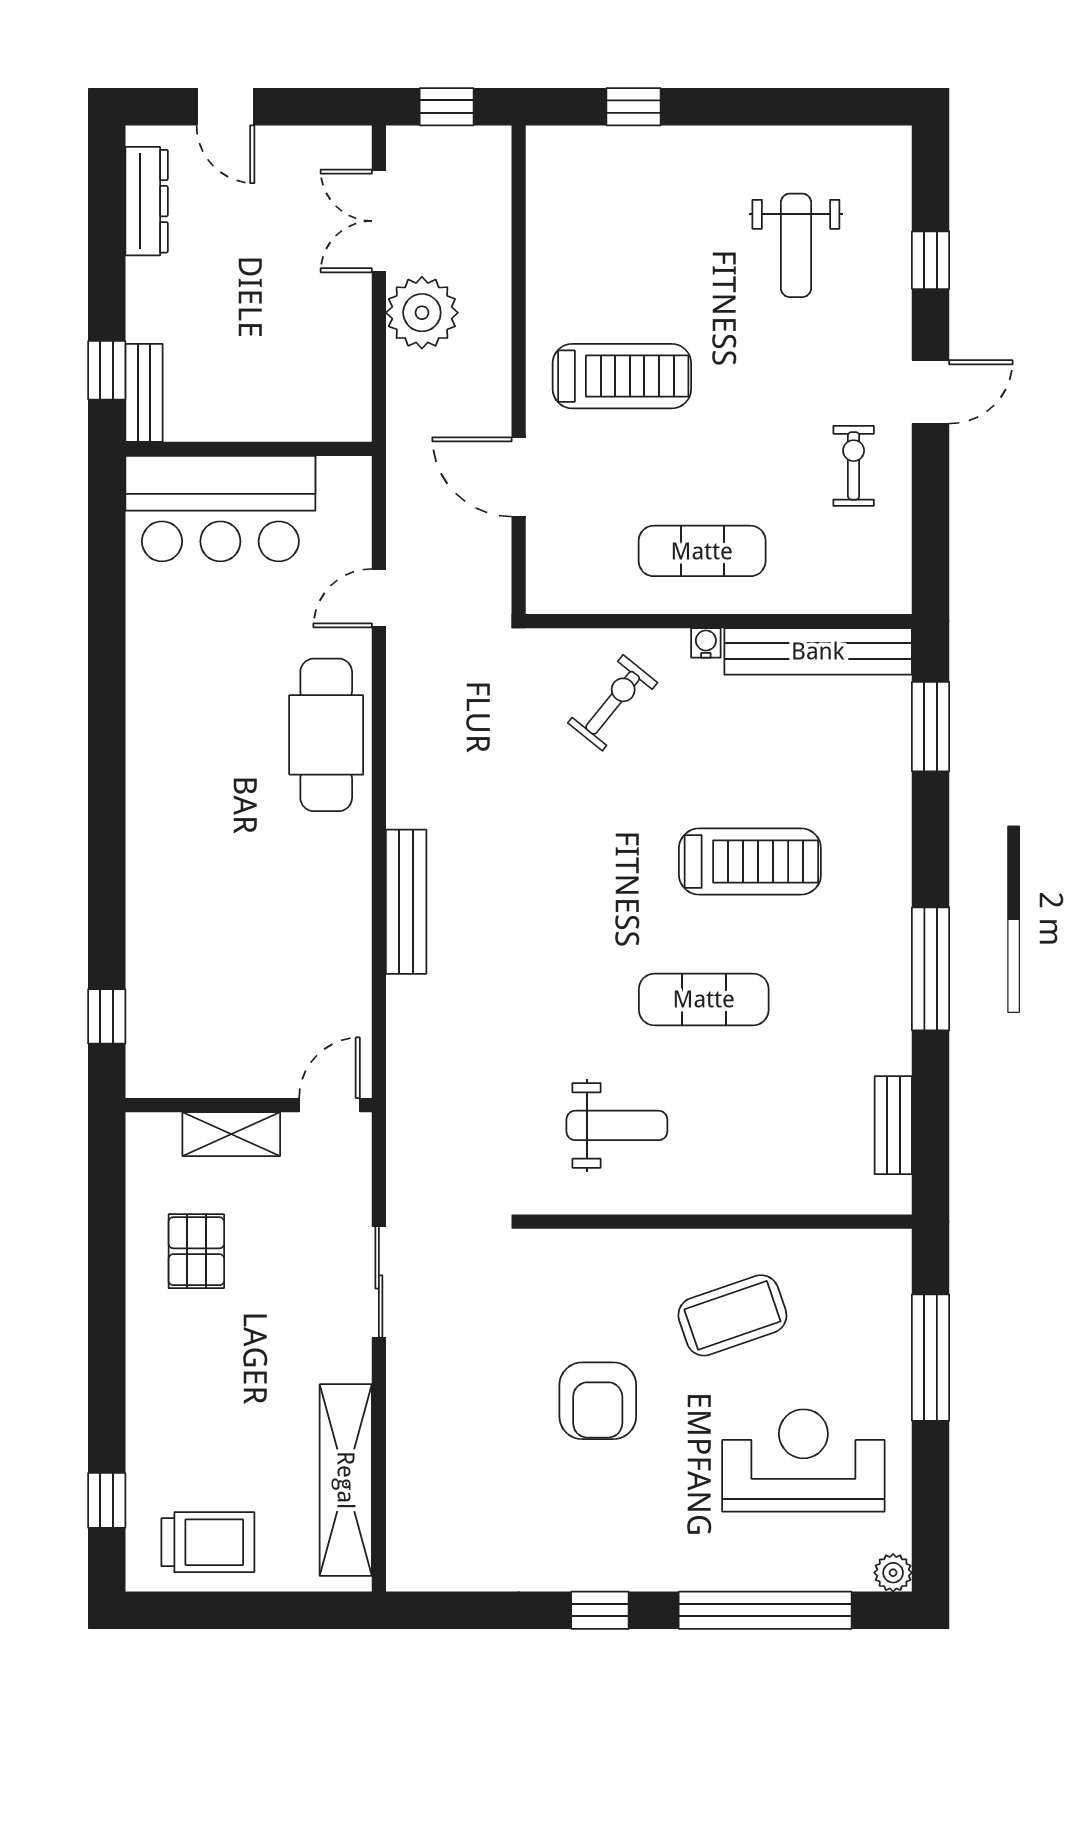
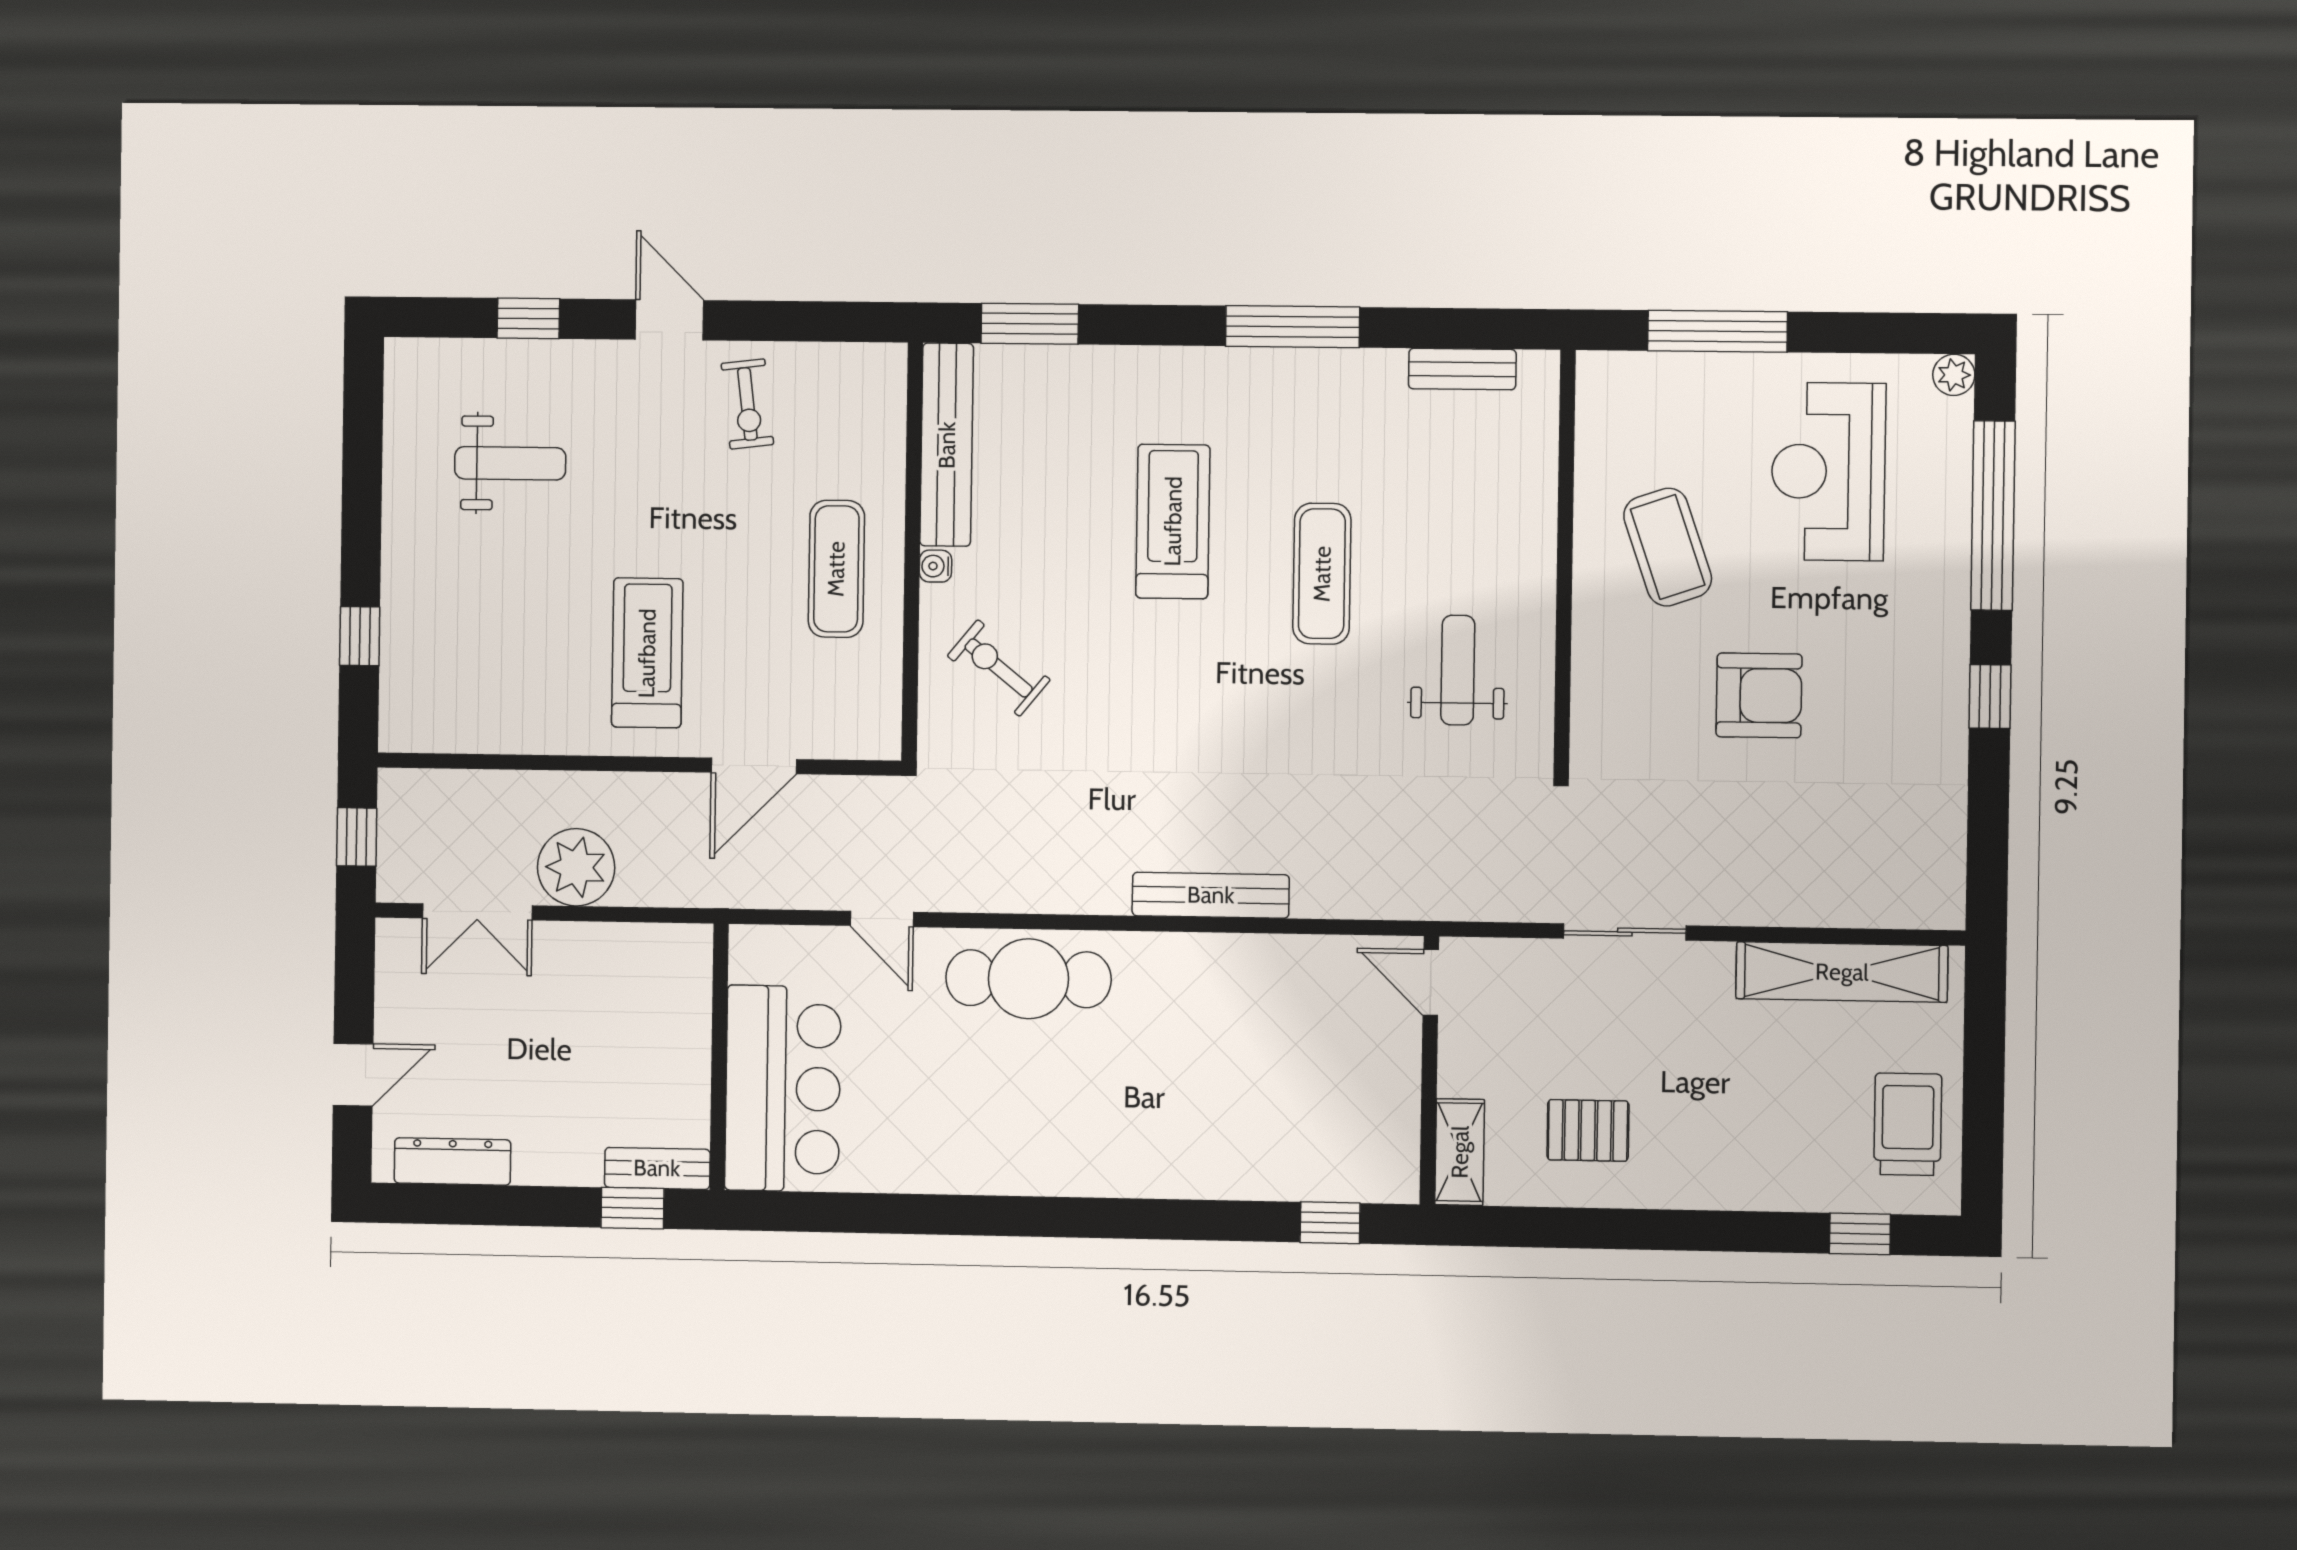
exercise bike: (854, 466) -> (747, 404), turned -97
shelving: (231, 1134) -> (1460, 1152), moved

